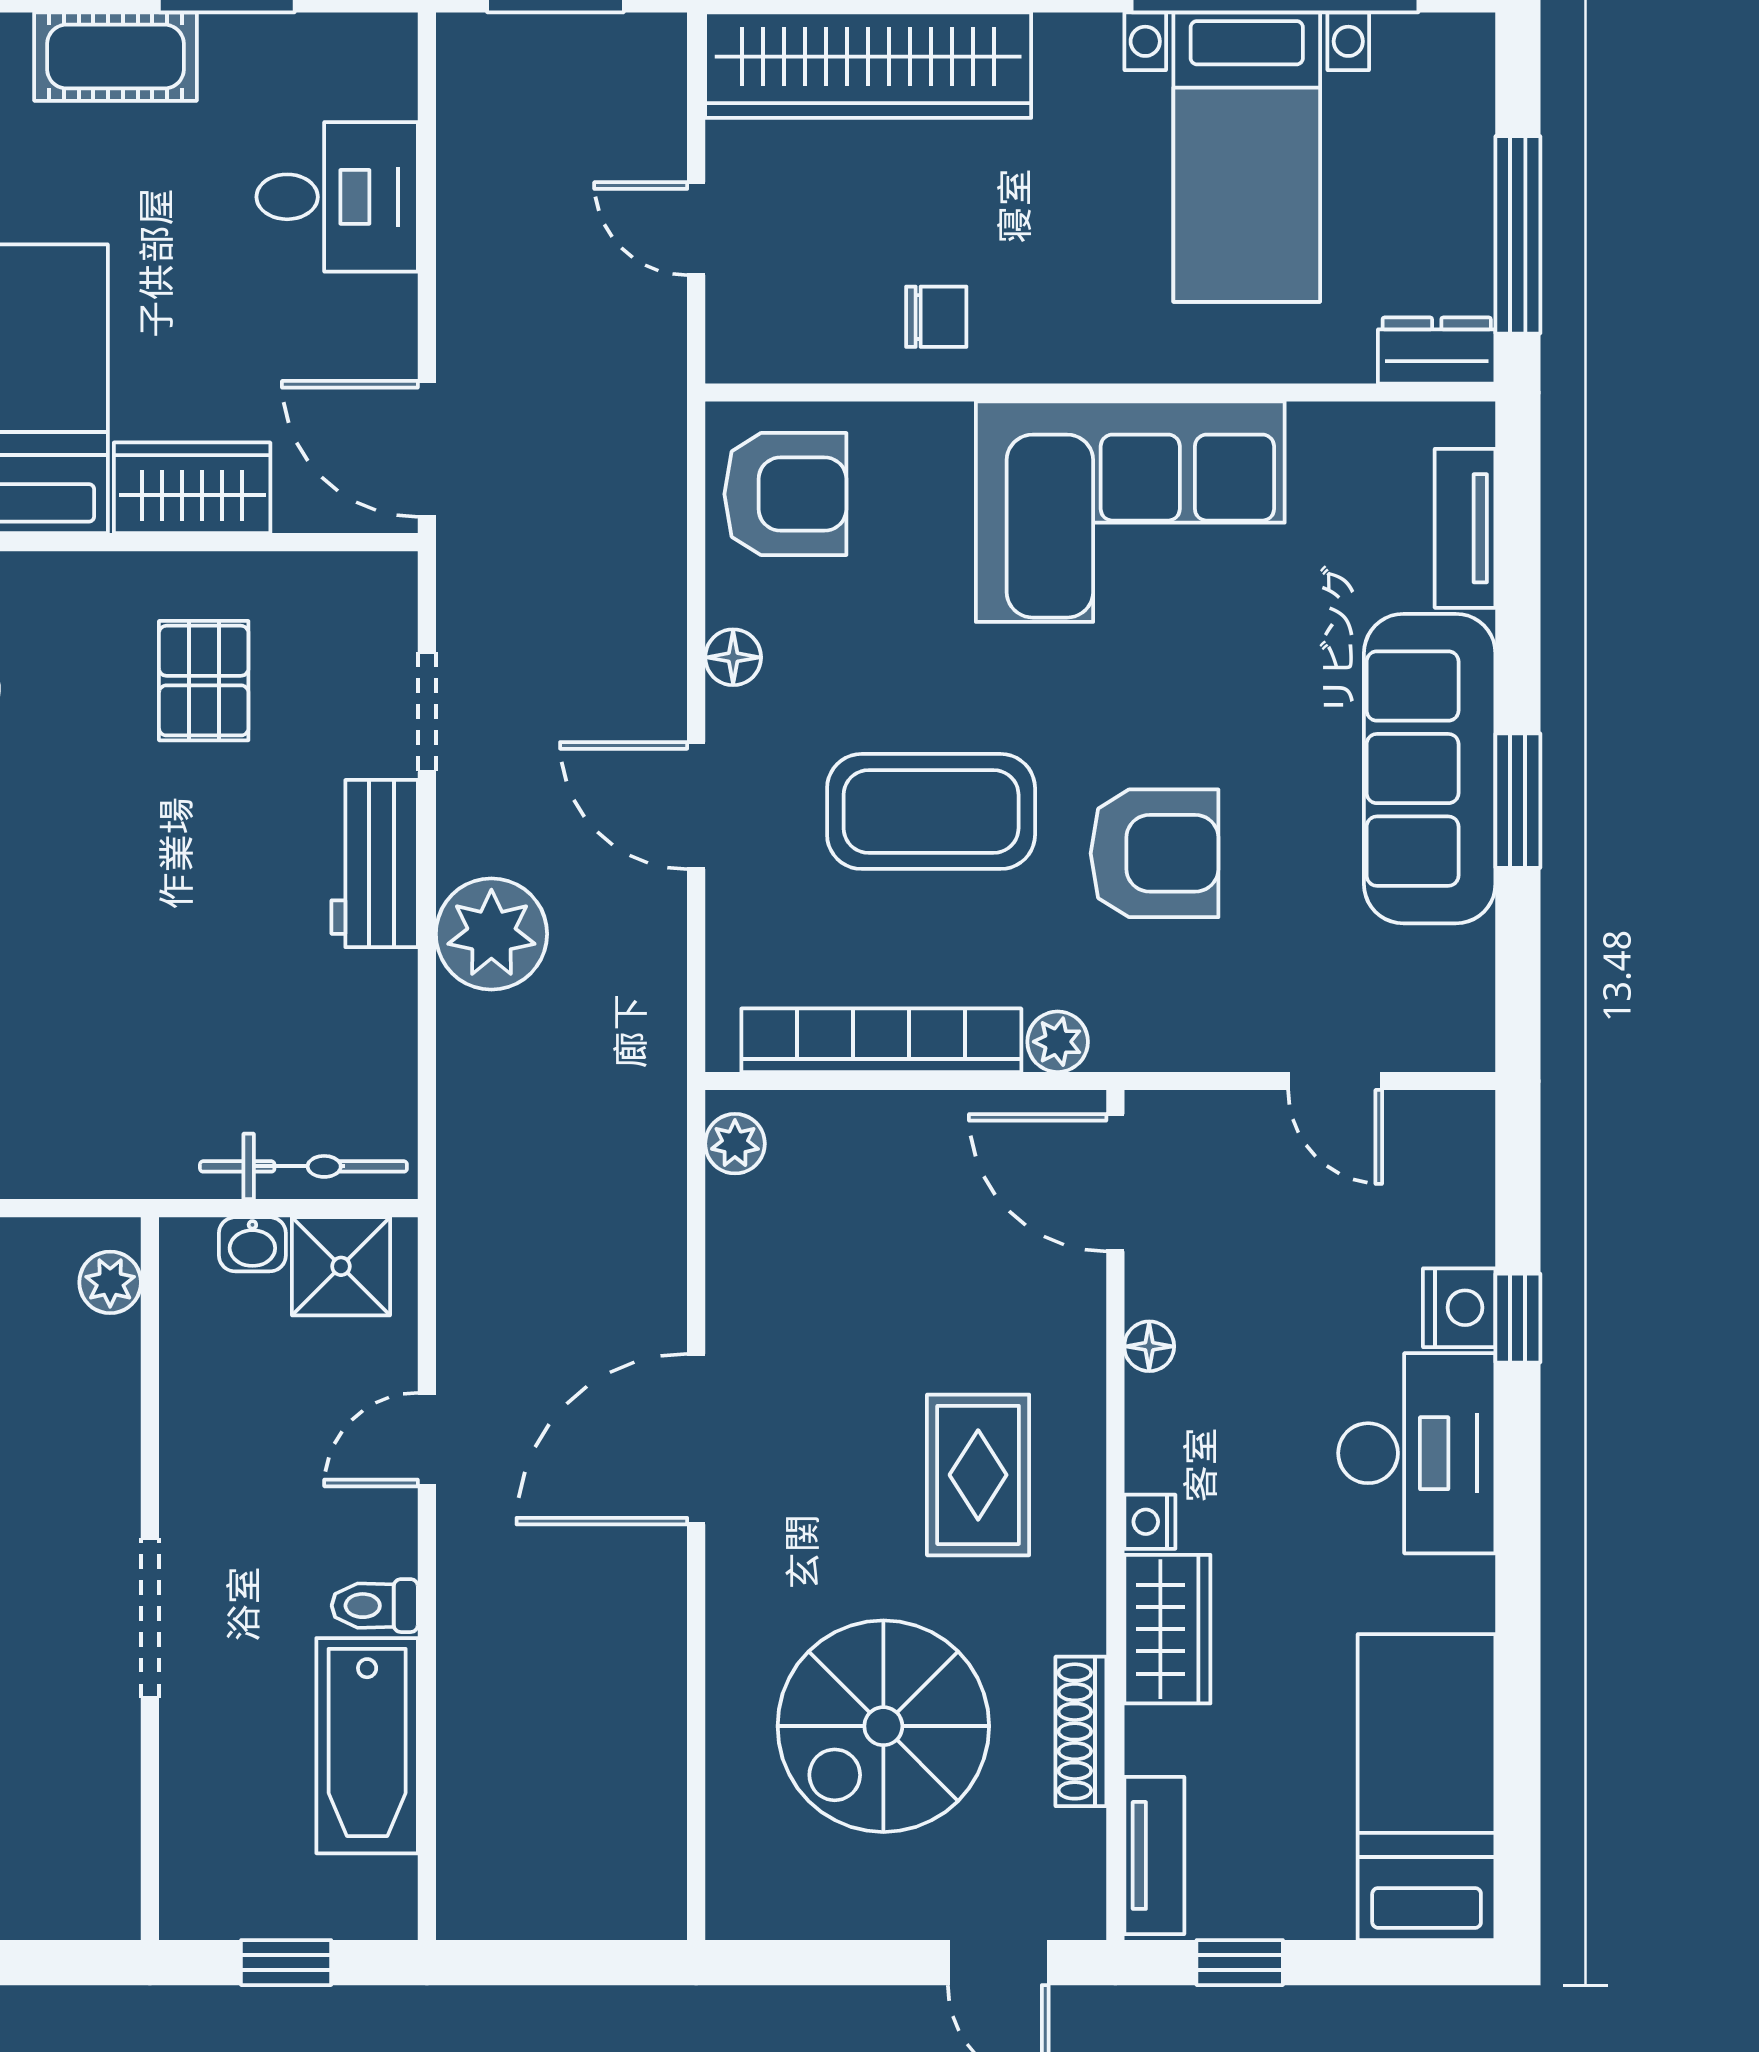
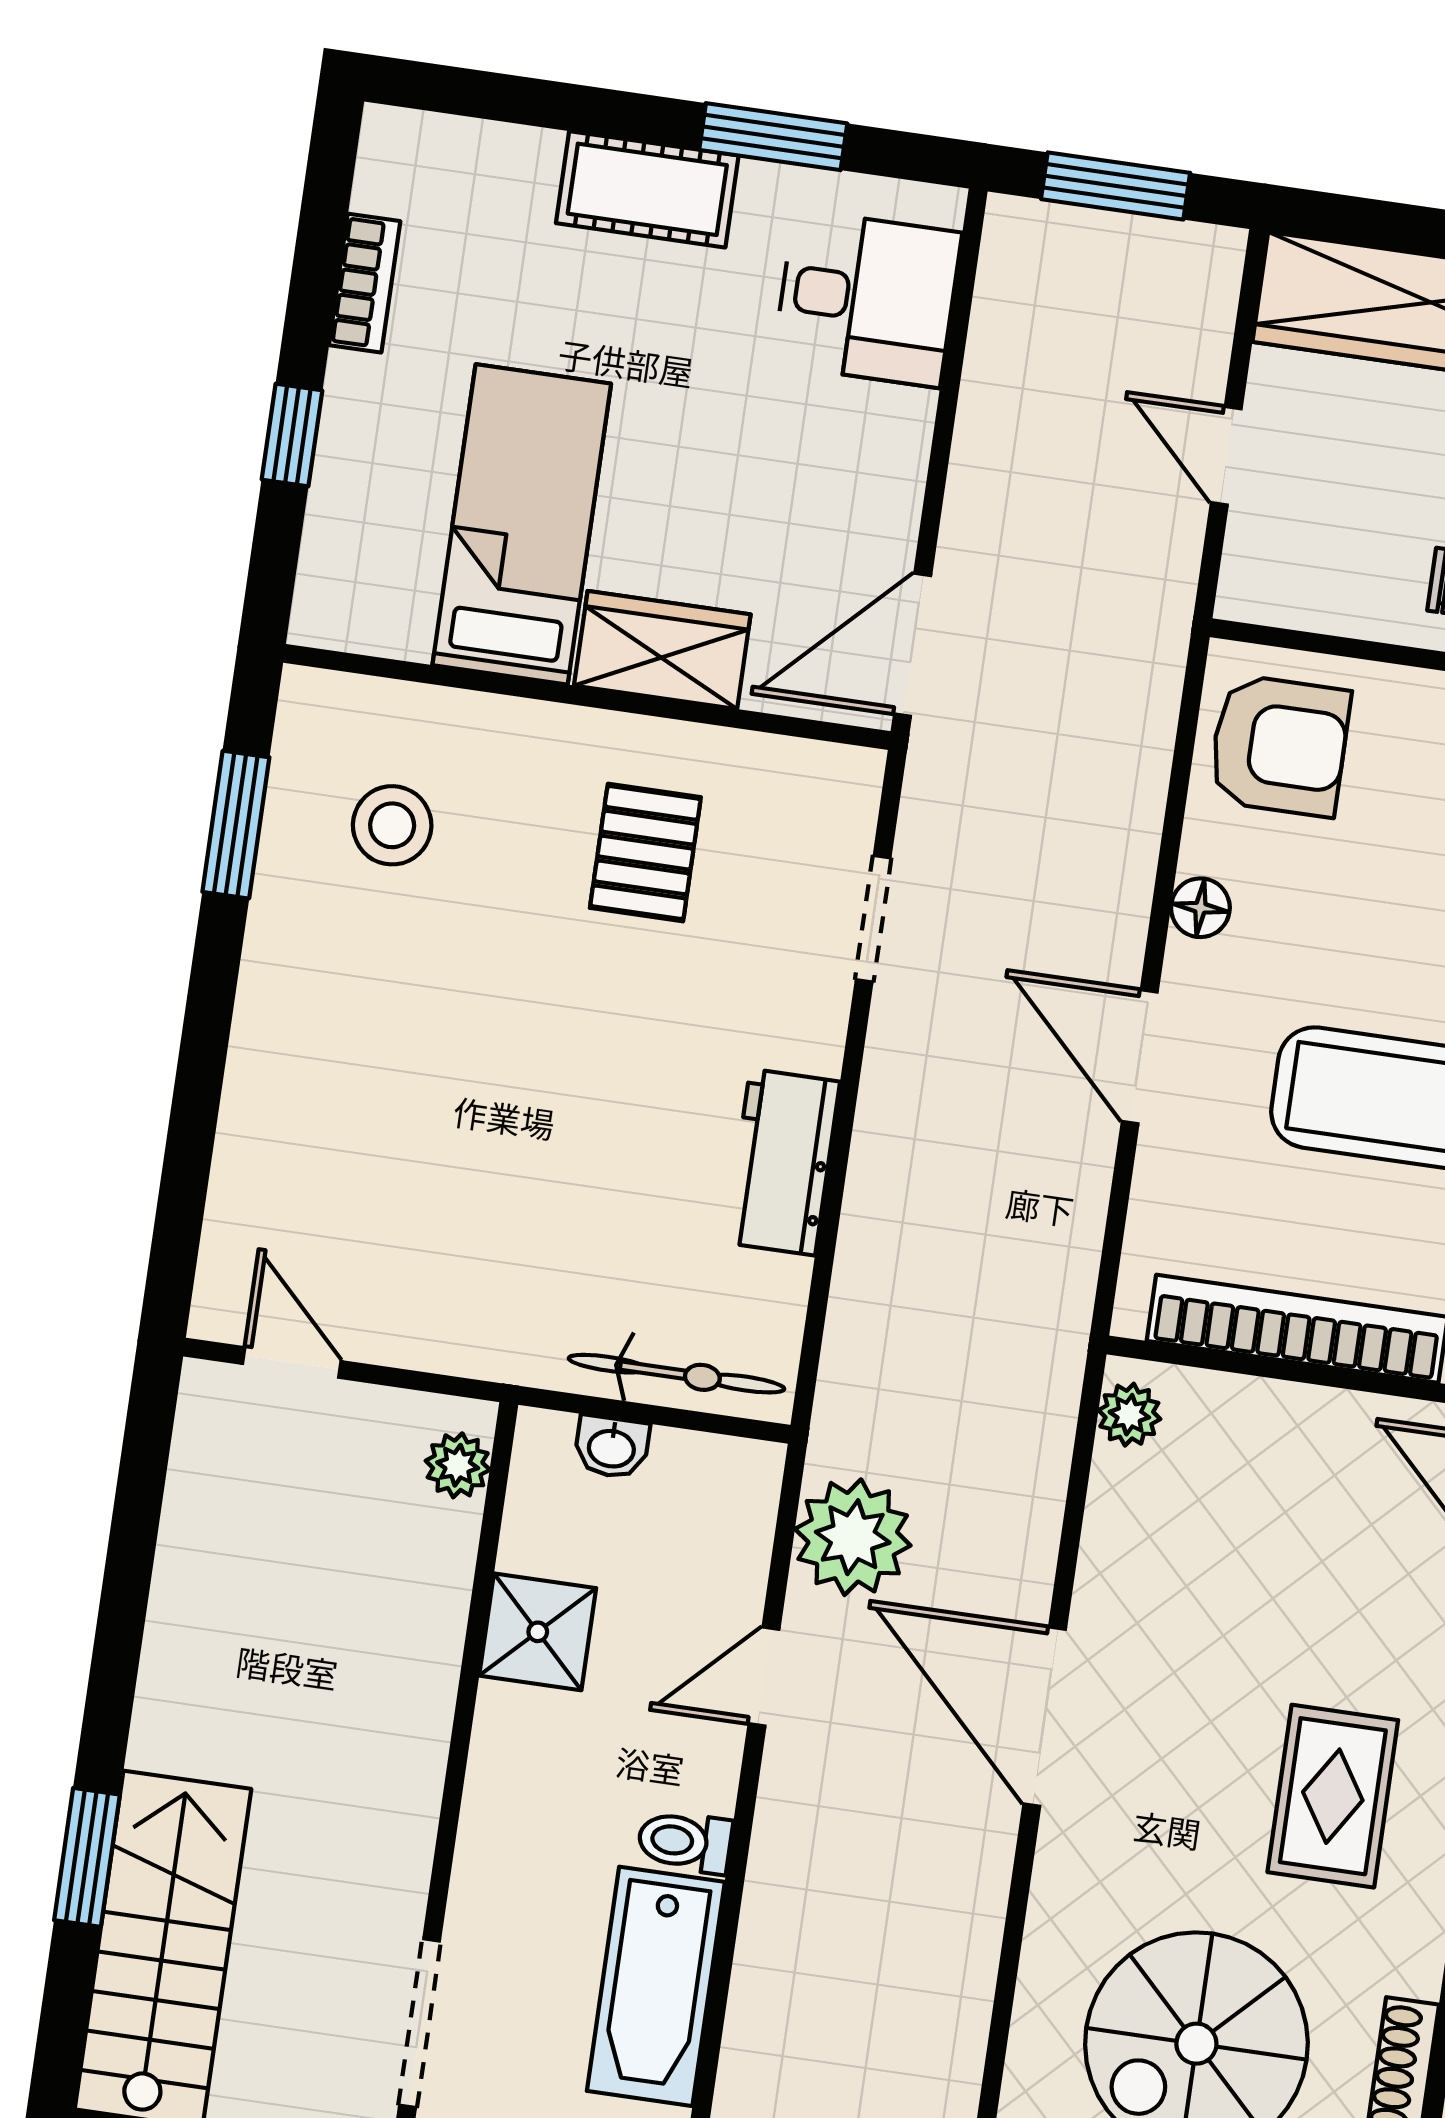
desk: (337, 197) -> (867, 298), moved
door: (427, 449) -> (913, 645), hinge flipped
workbench: (375, 864) -> (783, 1162), moved
plant: (491, 934) -> (853, 1537), moved
shower: (341, 1266) -> (538, 1632), moved
door: (696, 1439) -> (1045, 1717), hinge flipped
doorway: (150, 1618) -> (420, 2023), moved

